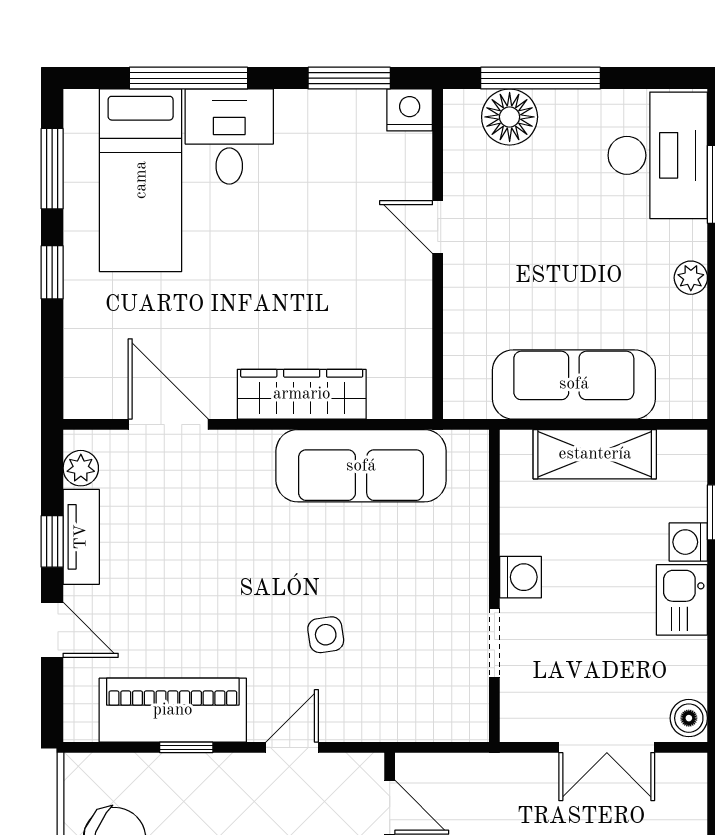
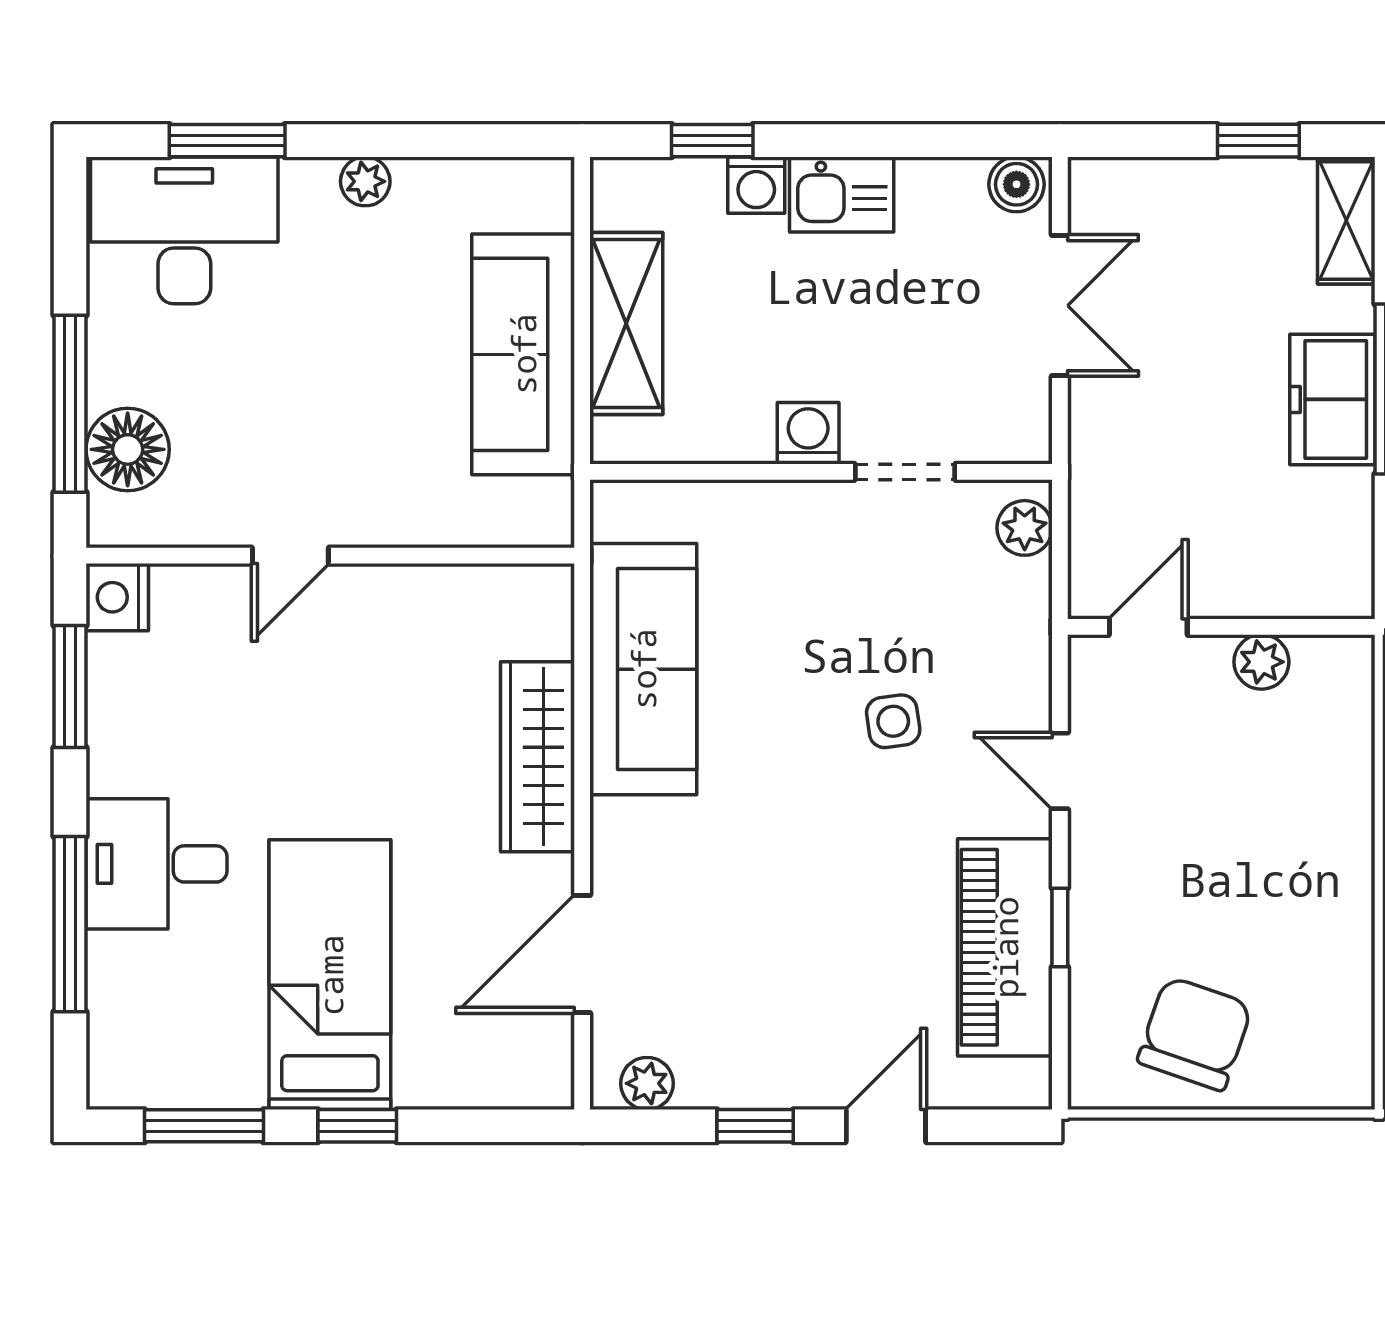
bed: (141, 180) -> (330, 975), moved, turned -90
tv unit: (81, 537) -> (748, 1083), removed
plant: (456, 724) -> (1025, 528), added

